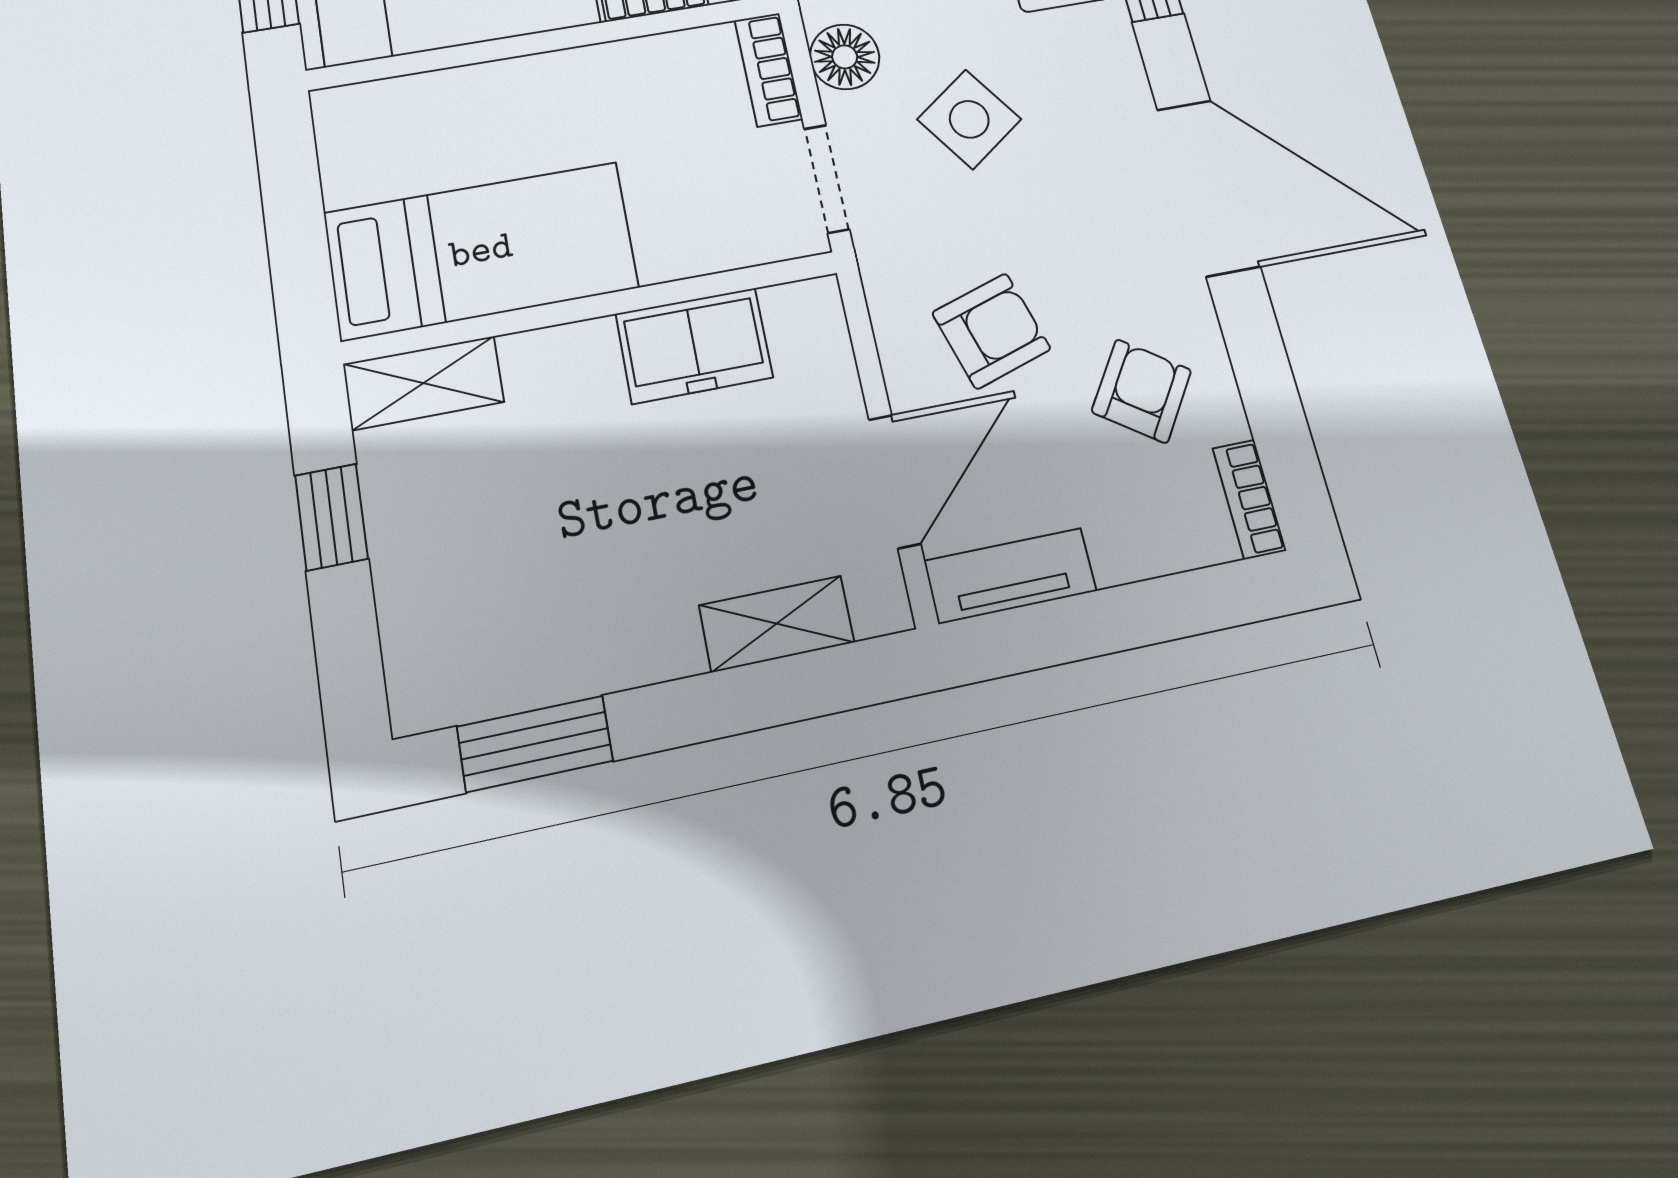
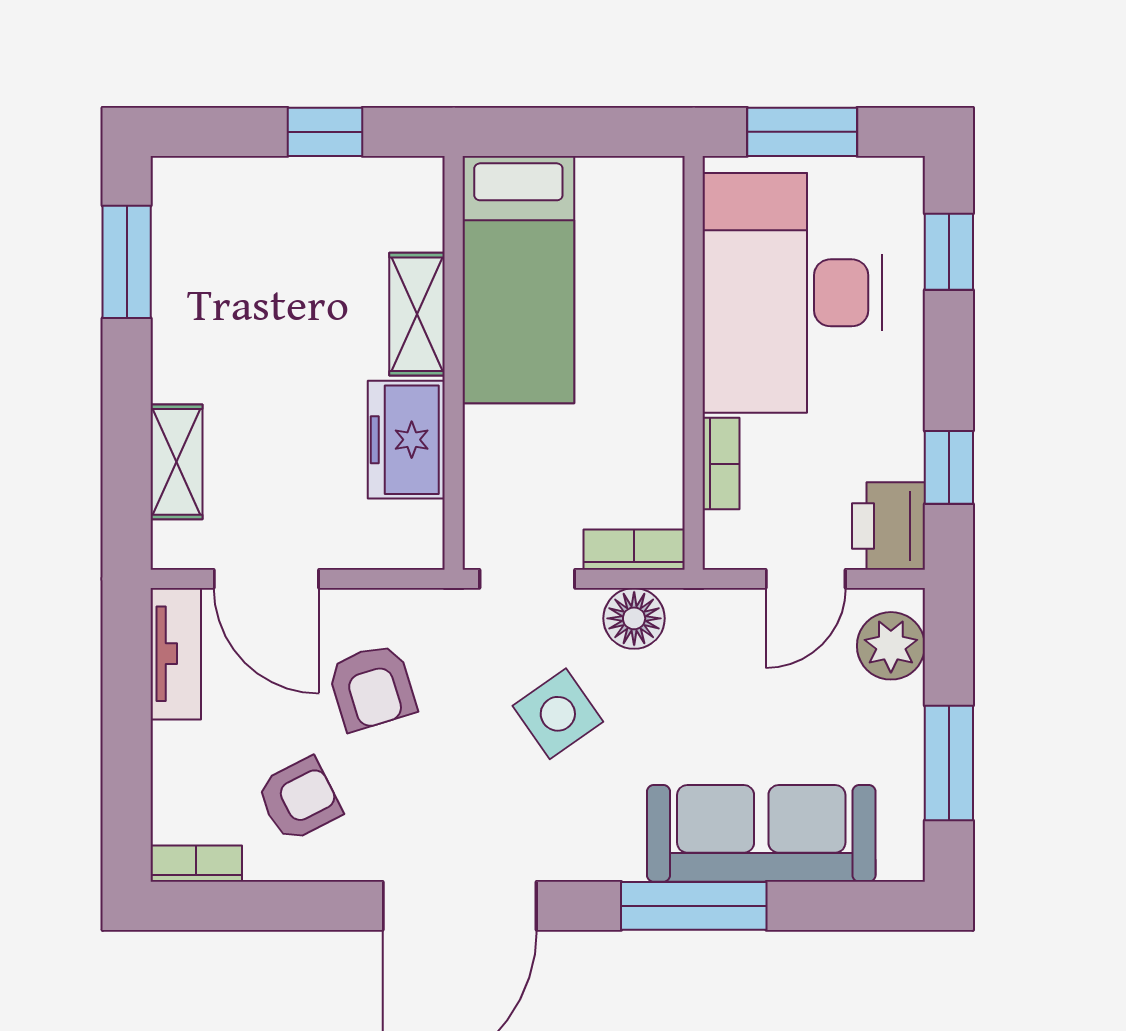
shelving: (423, 383) -> (417, 314), moved
armchair: (1142, 391) -> (299, 799), turned -61

